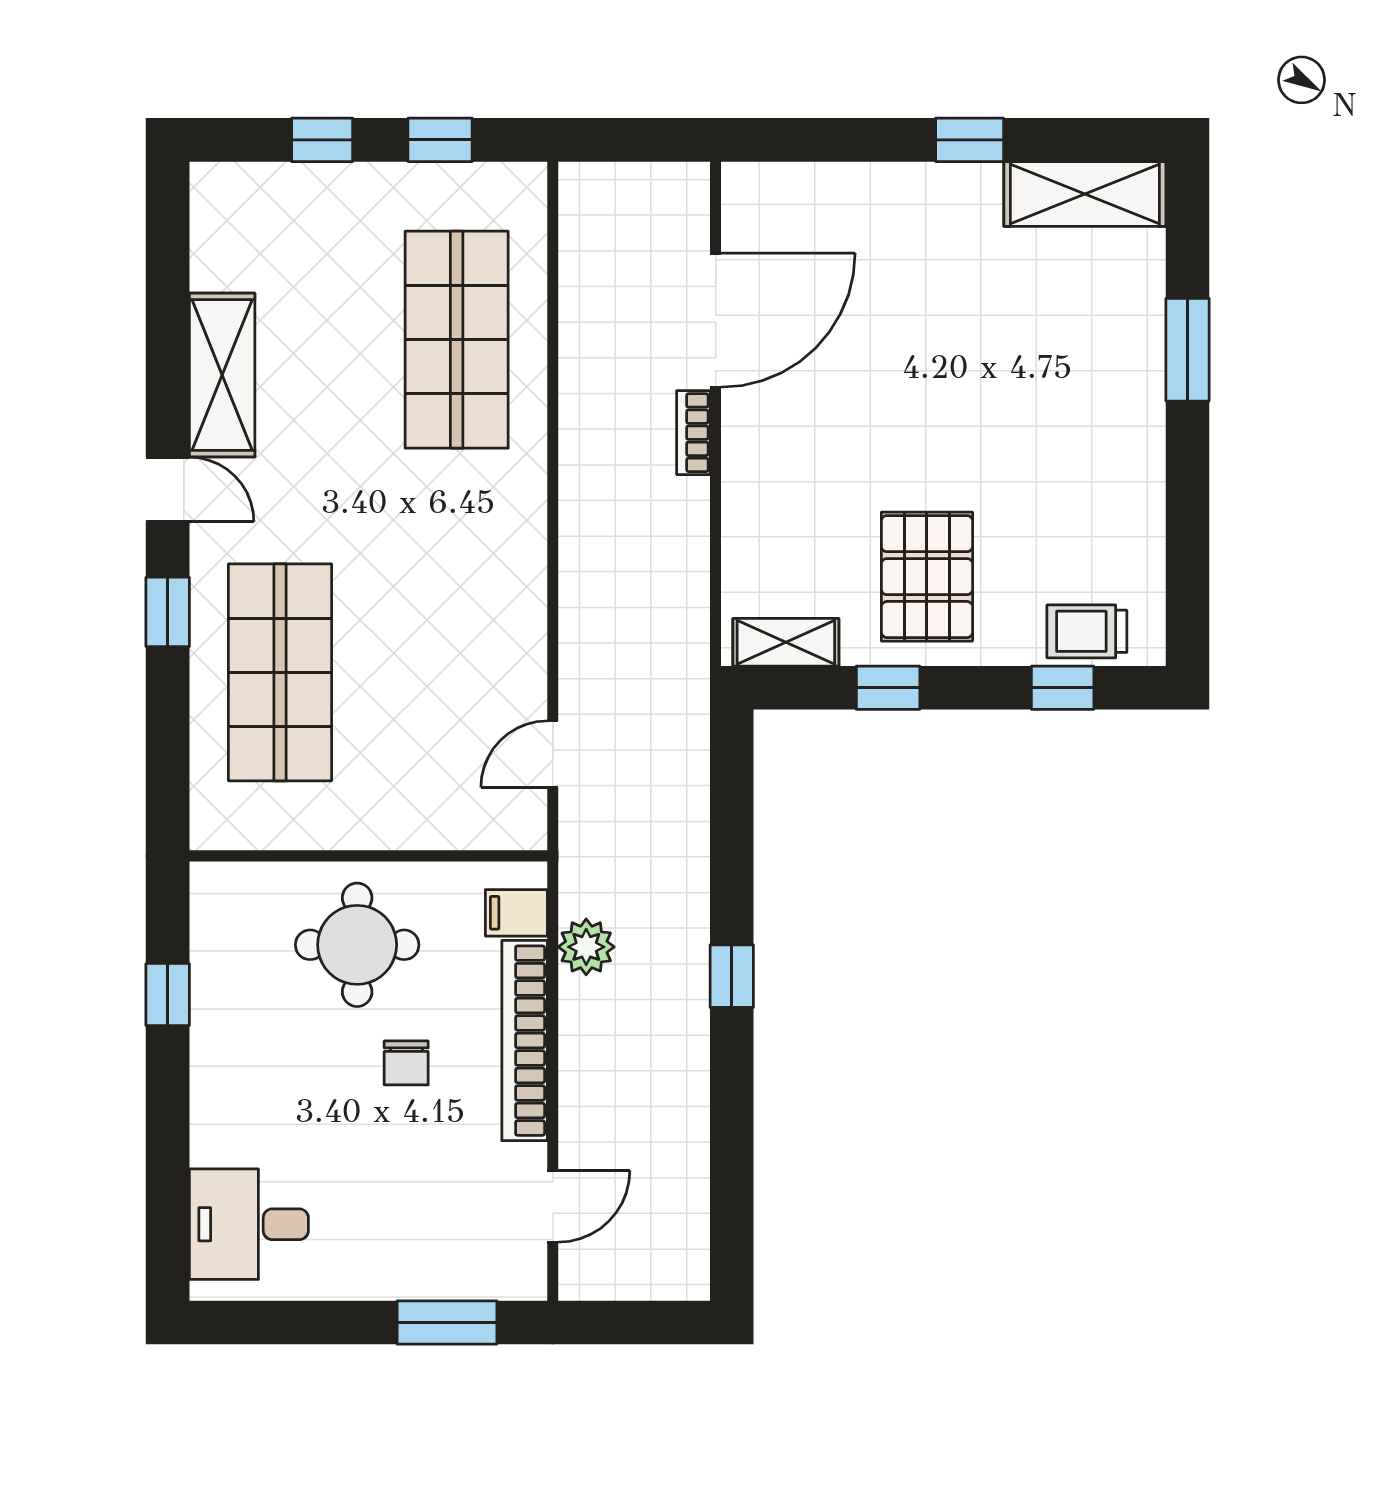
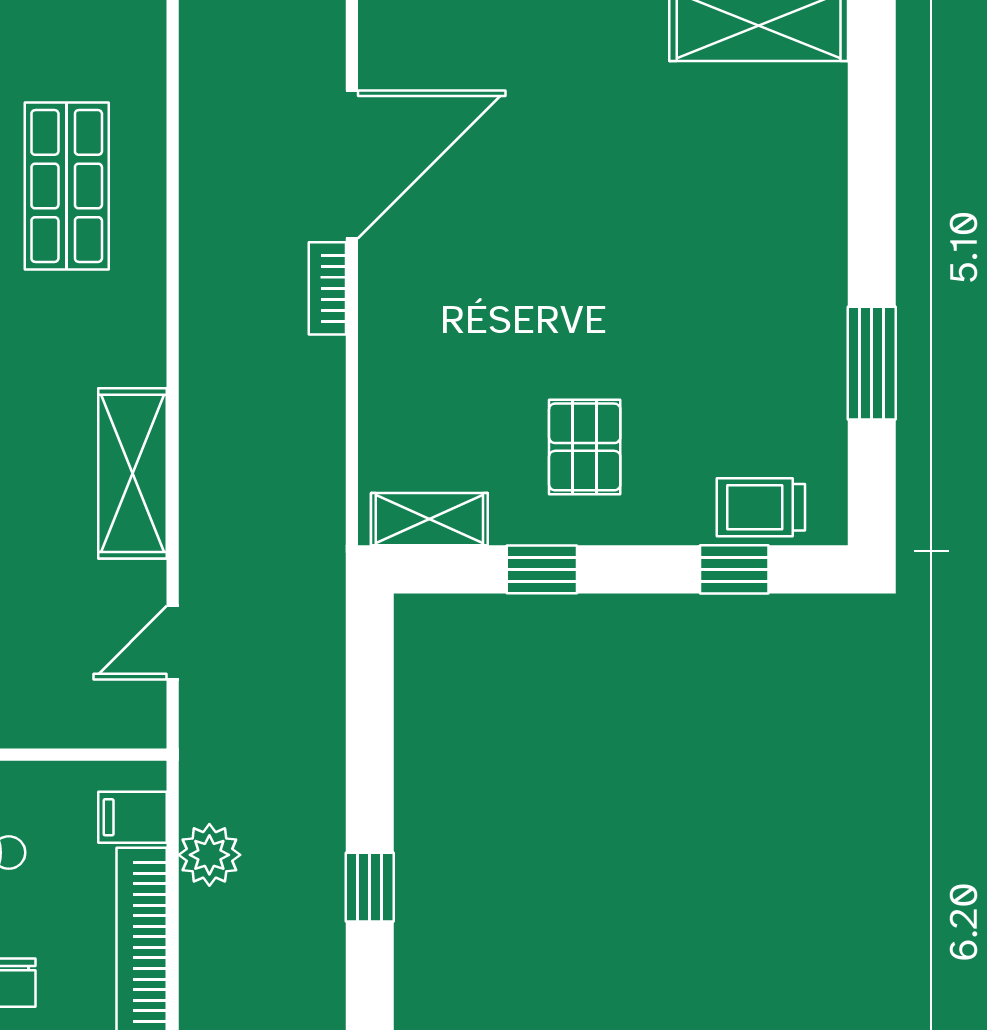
shop shelf: (457, 340) -> (67, 186), width x0.70, depth x0.74
window: (1188, 350) -> (872, 363), moved
pallet: (927, 577) -> (585, 447), width x0.67, depth x0.71
shelving: (516, 601) -> (132, 473), added

